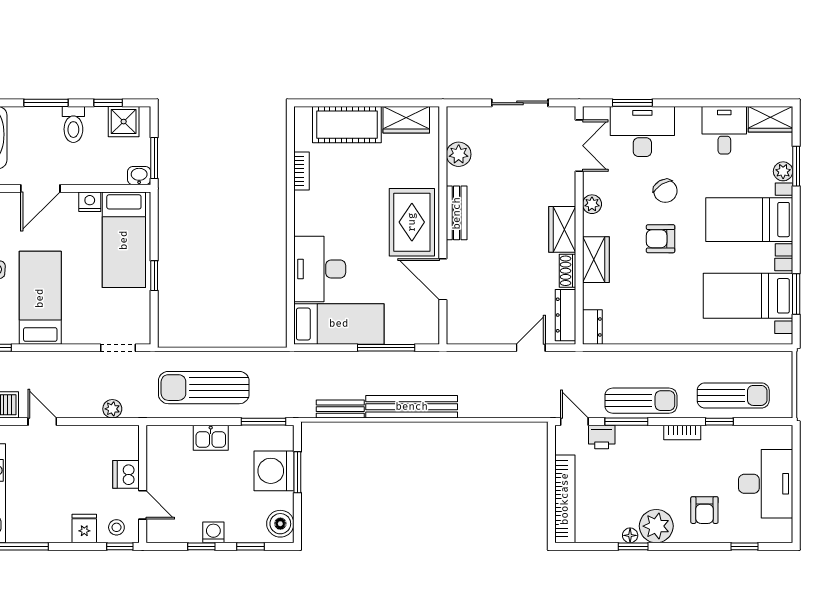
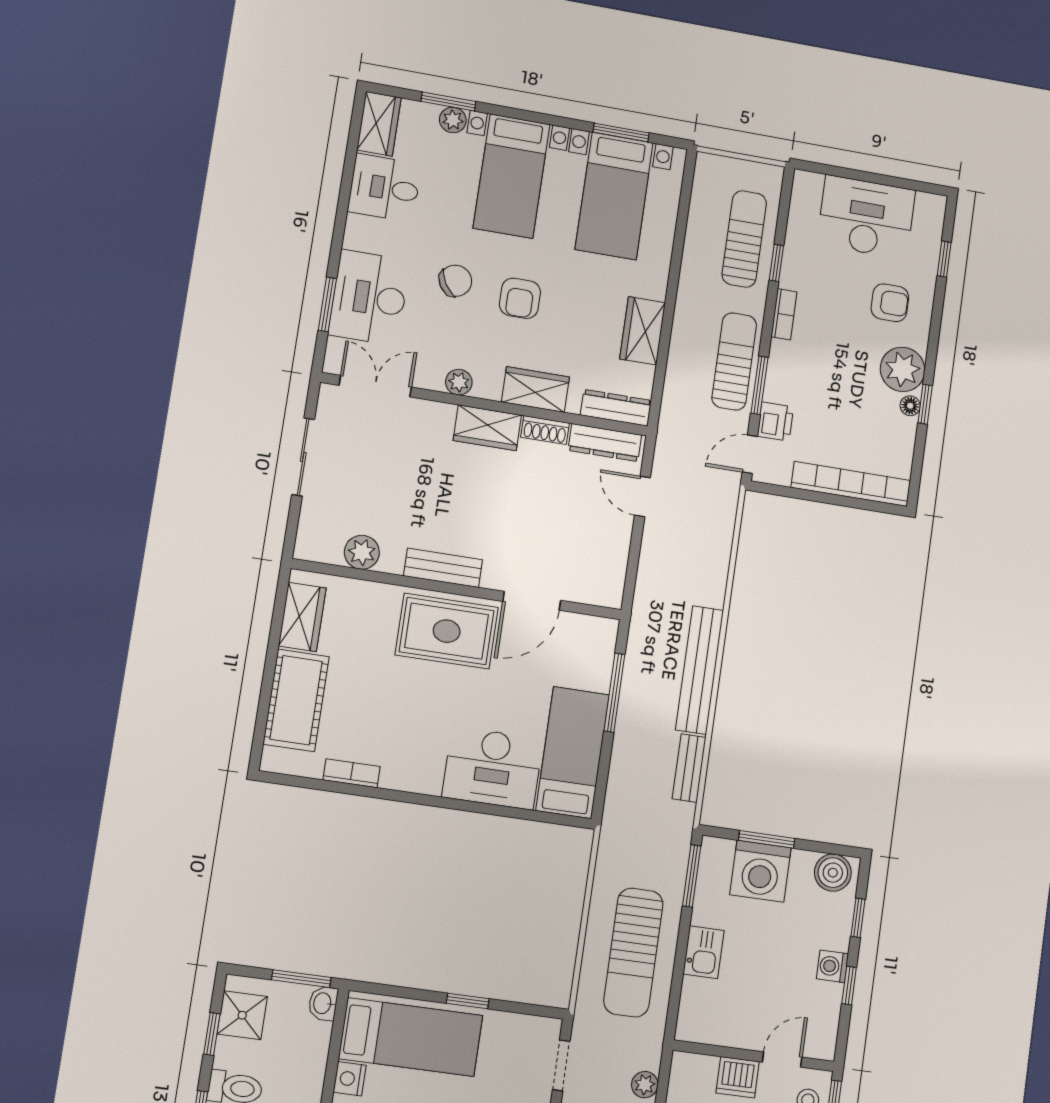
dresser: (592, 327) -> (616, 408), width x1.44
wardrobe: (652, 331) -> (642, 331), added

